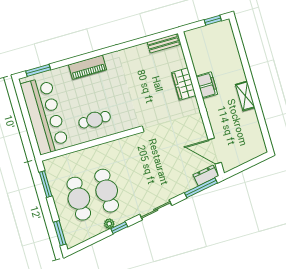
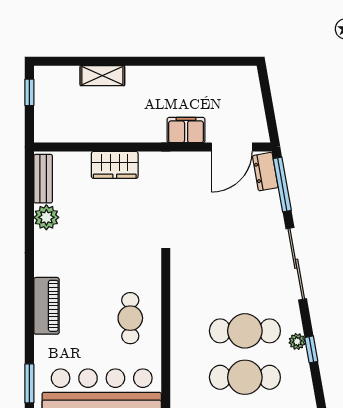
plant: (141, 52) -> (46, 217), added
filing cabinet: (207, 85) -> (186, 130), moved
shelving: (245, 96) -> (102, 76), moved
sliding door: (156, 210) -> (296, 264), width x1.37
window: (119, 228) -> (311, 349), moved

